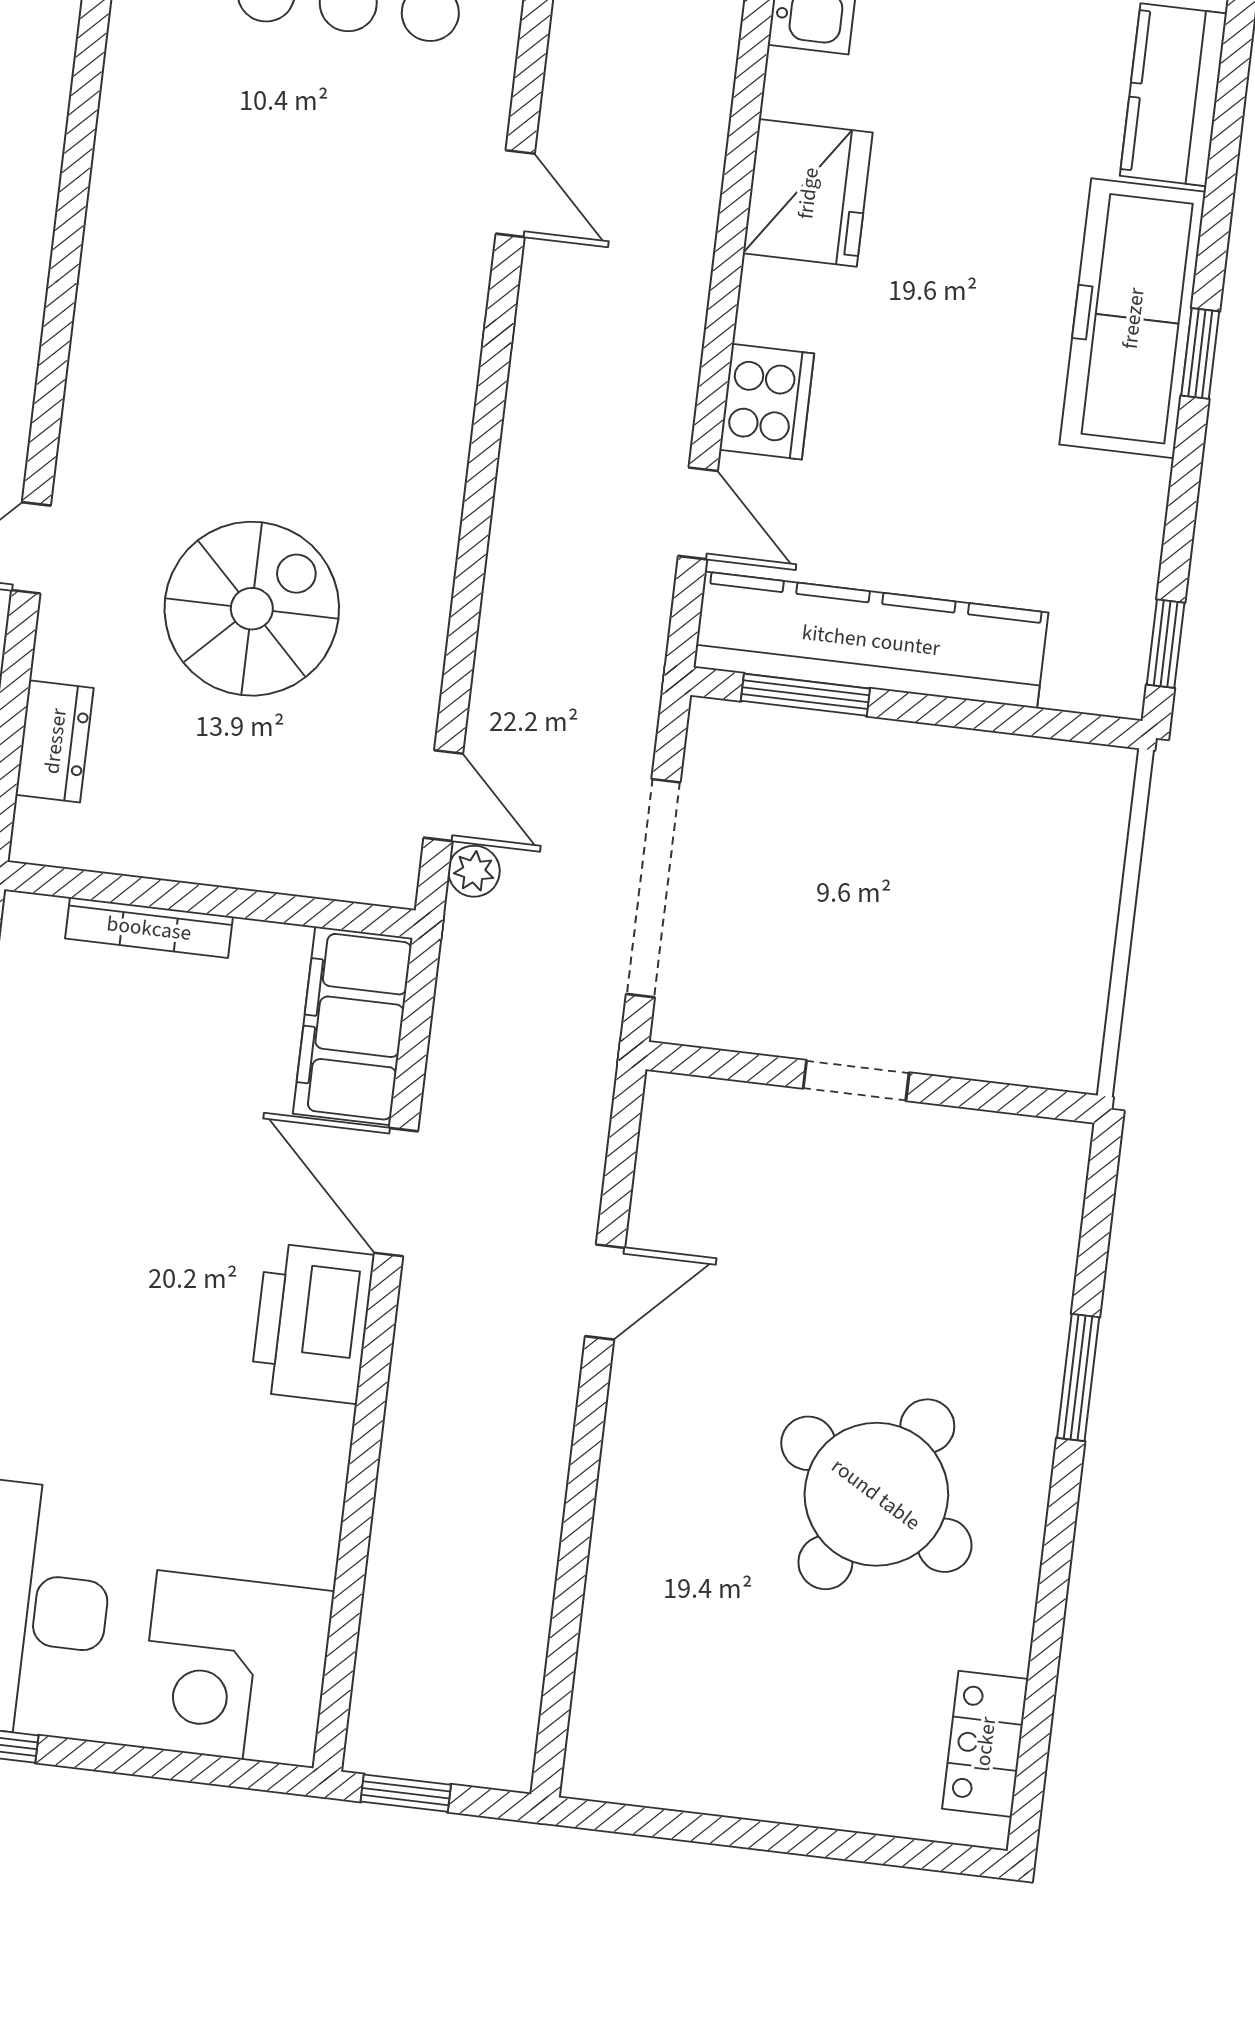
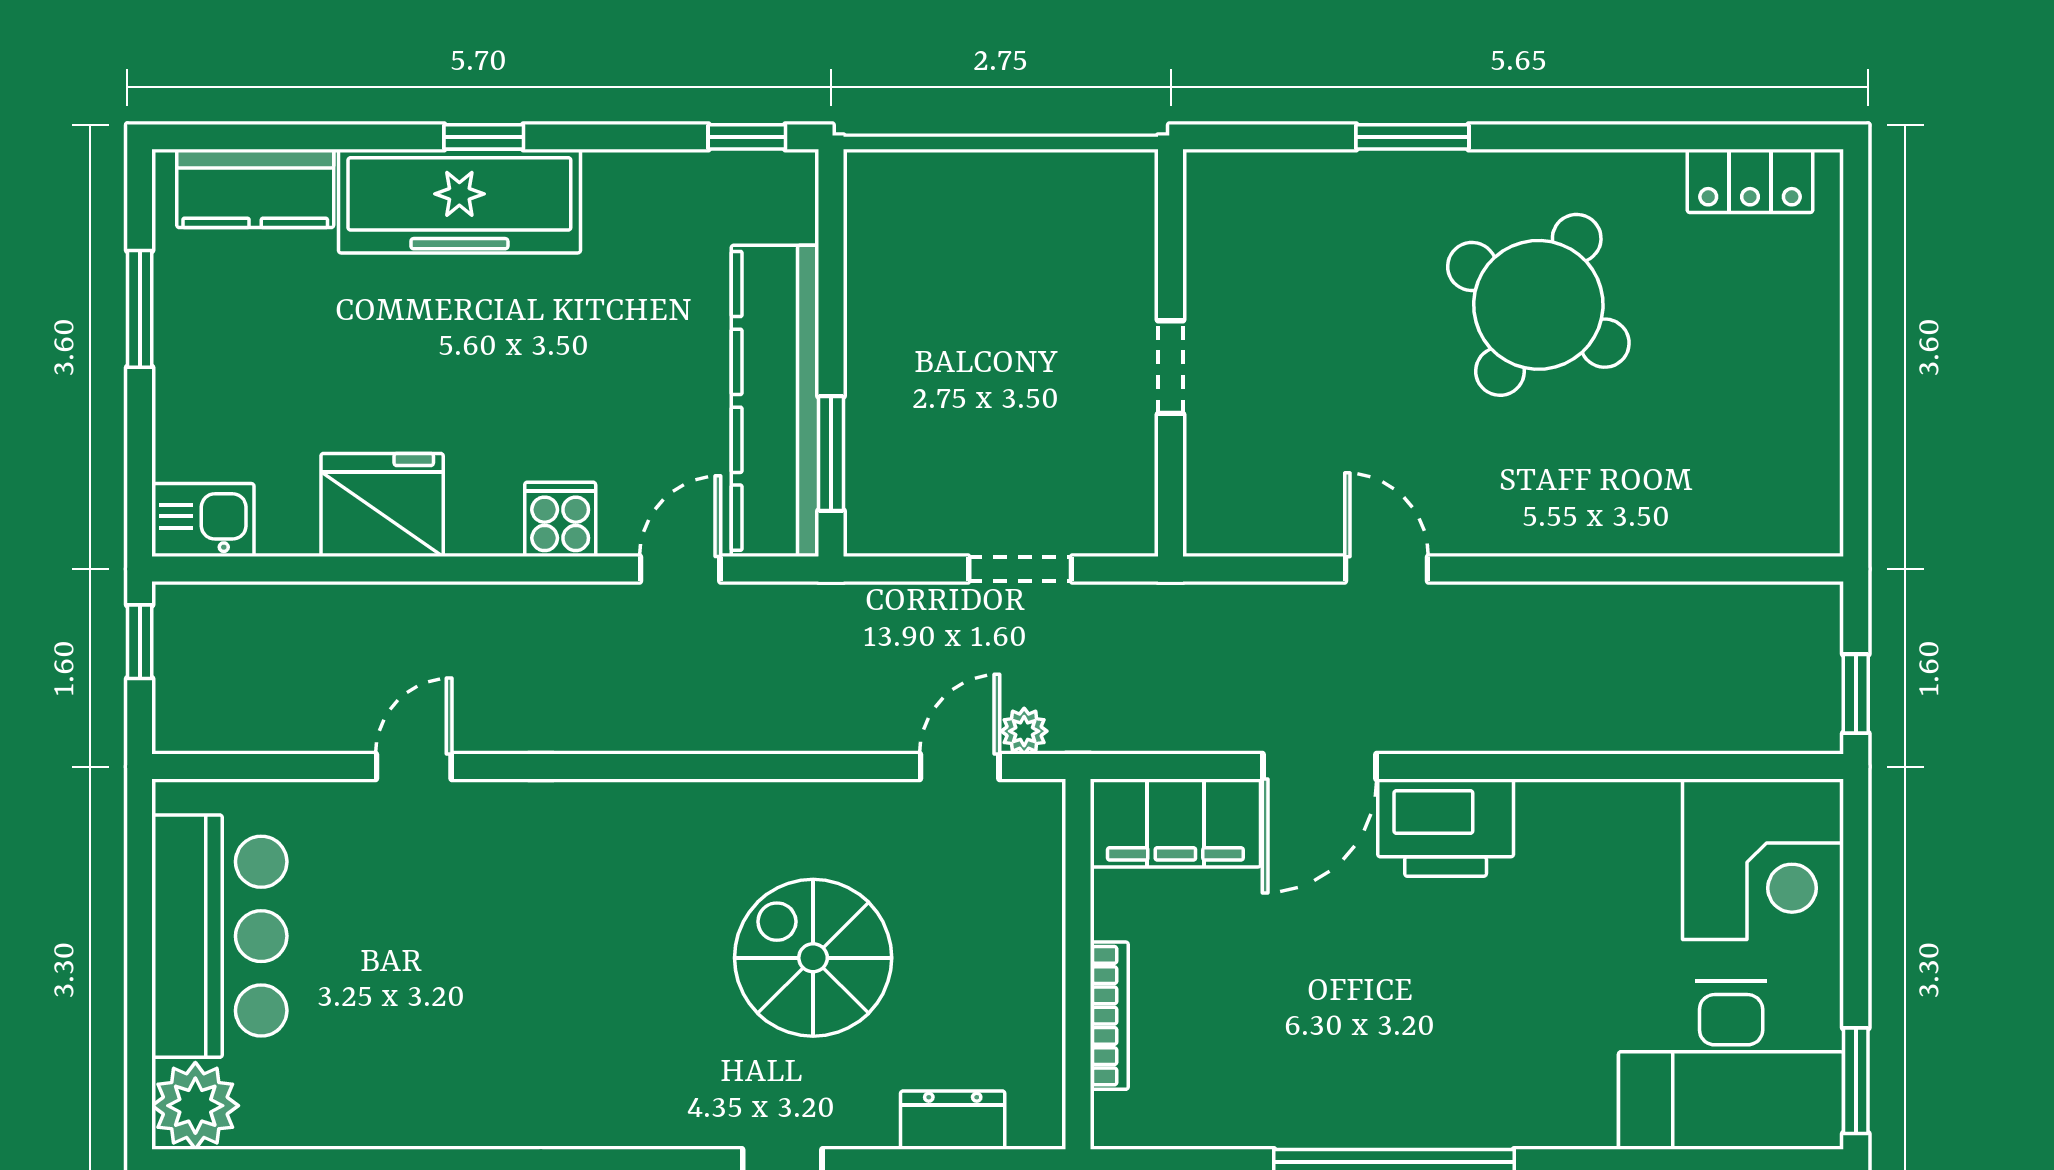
cooker: (767, 402) -> (560, 519), width x0.73
doorway: (653, 888) -> (1020, 569), width x0.53

